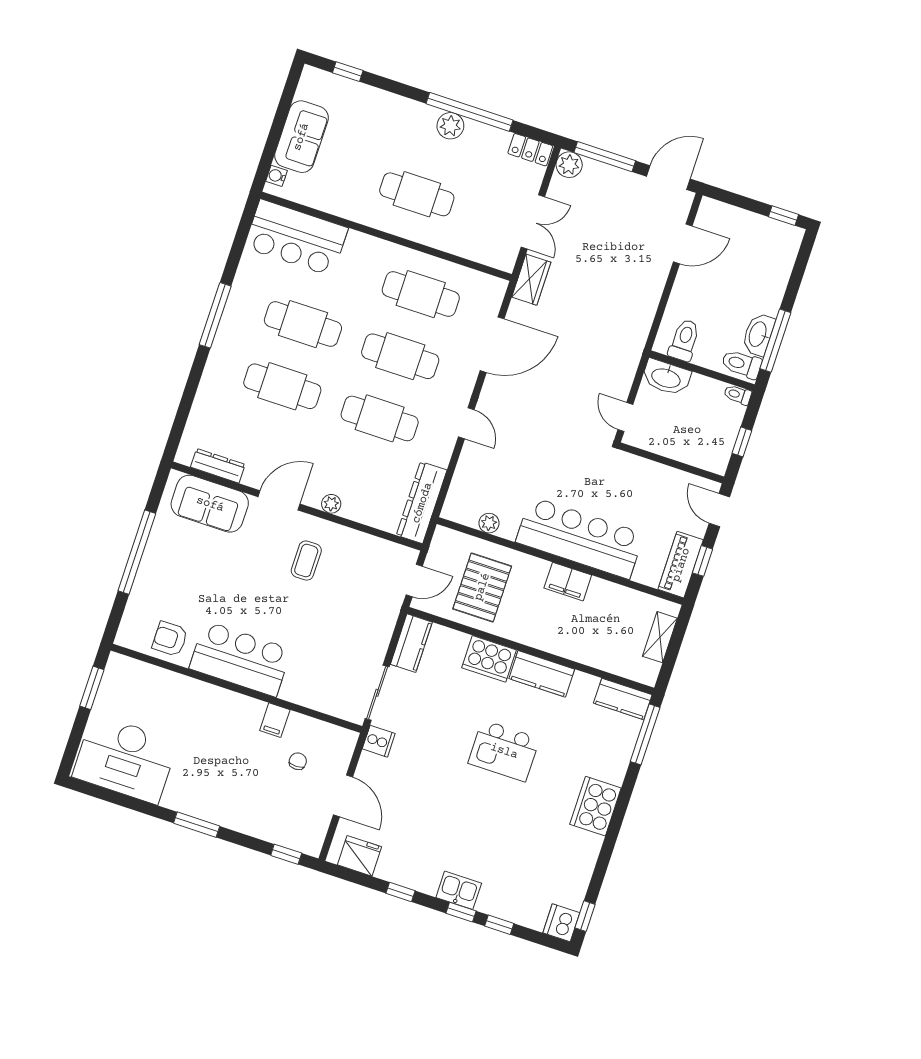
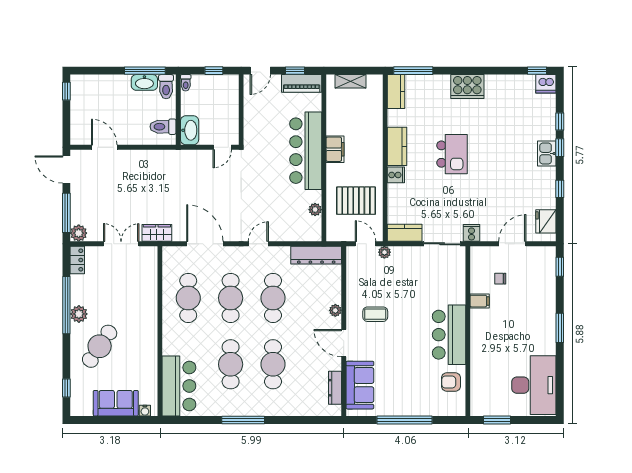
cafe table: (417, 194) -> (100, 346), moved, turned 34
plant: (393, 604) -> (384, 252), added
armchair: (170, 639) -> (451, 382), turned 90
cooker: (489, 659) -> (396, 175), width x0.53, depth x0.76

